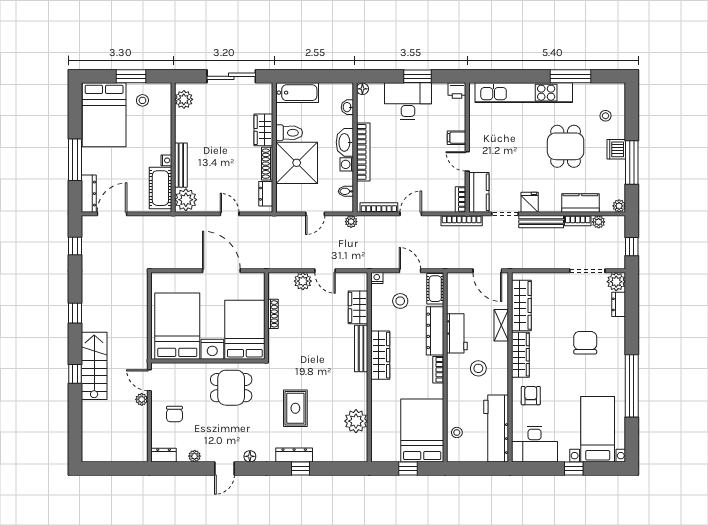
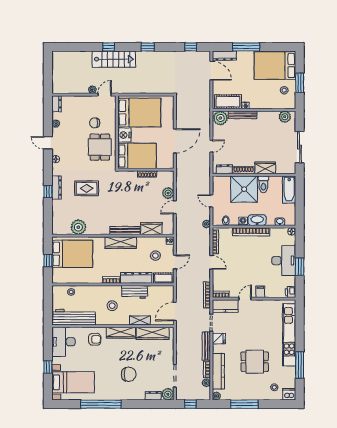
dishwasher: (616, 149) -> (289, 394), moved
kitchen counter: (580, 203) -> (218, 371), width x1.50
chair: (174, 414) -> (95, 123), moved
bed: (422, 431) -> (72, 254), moved

